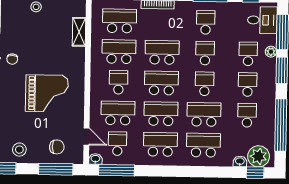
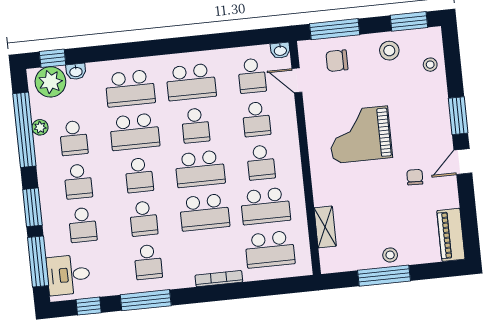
plant: (271, 52) -> (40, 127), moved
school desk: (118, 113) -> (256, 119), width x0.54
school desk: (161, 114) -> (195, 125), width x0.54
window: (117, 170) -> (249, 38), removed

